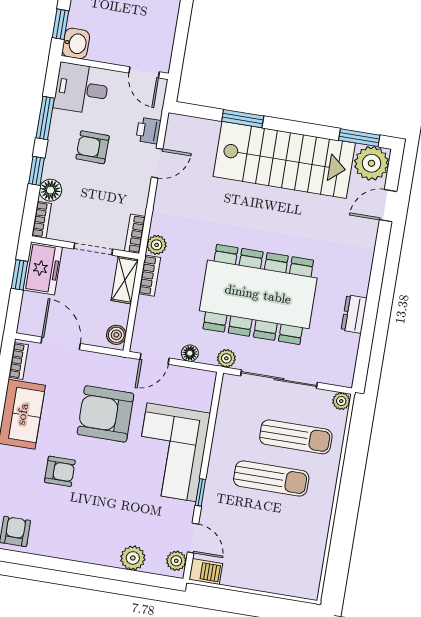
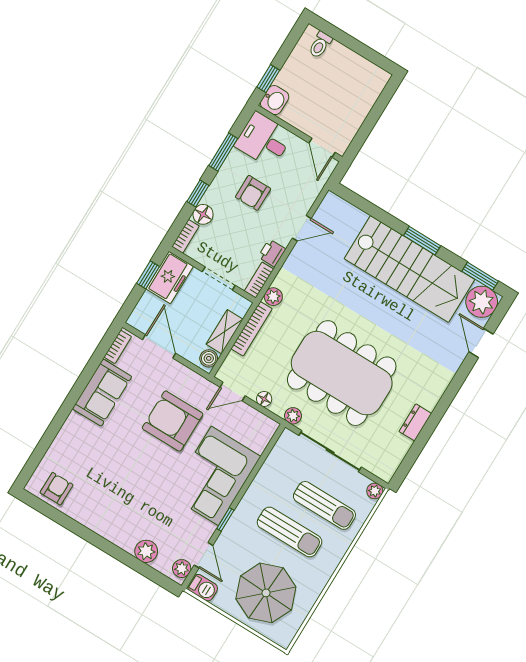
window: (243, 119) -> (422, 241), moved
printer: (148, 131) -> (272, 253), moved
armchair: (93, 147) -> (253, 193), turned -91
door: (388, 206) -> (481, 343), hinge flipped
bookcase: (150, 276) -> (252, 329), width x1.56
shelving: (125, 280) -> (225, 332), moved
armchair: (60, 471) -> (115, 454), removed
parasol: (273, 551) -> (266, 593), added

